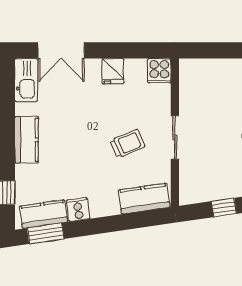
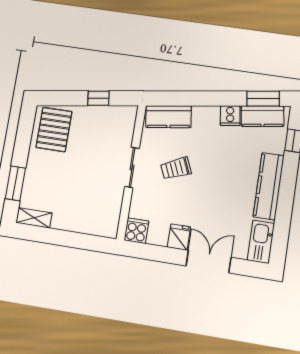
double door: (61, 50) -> (209, 262), moved
kitchen counter: (26, 140) -> (269, 186), width x1.50

